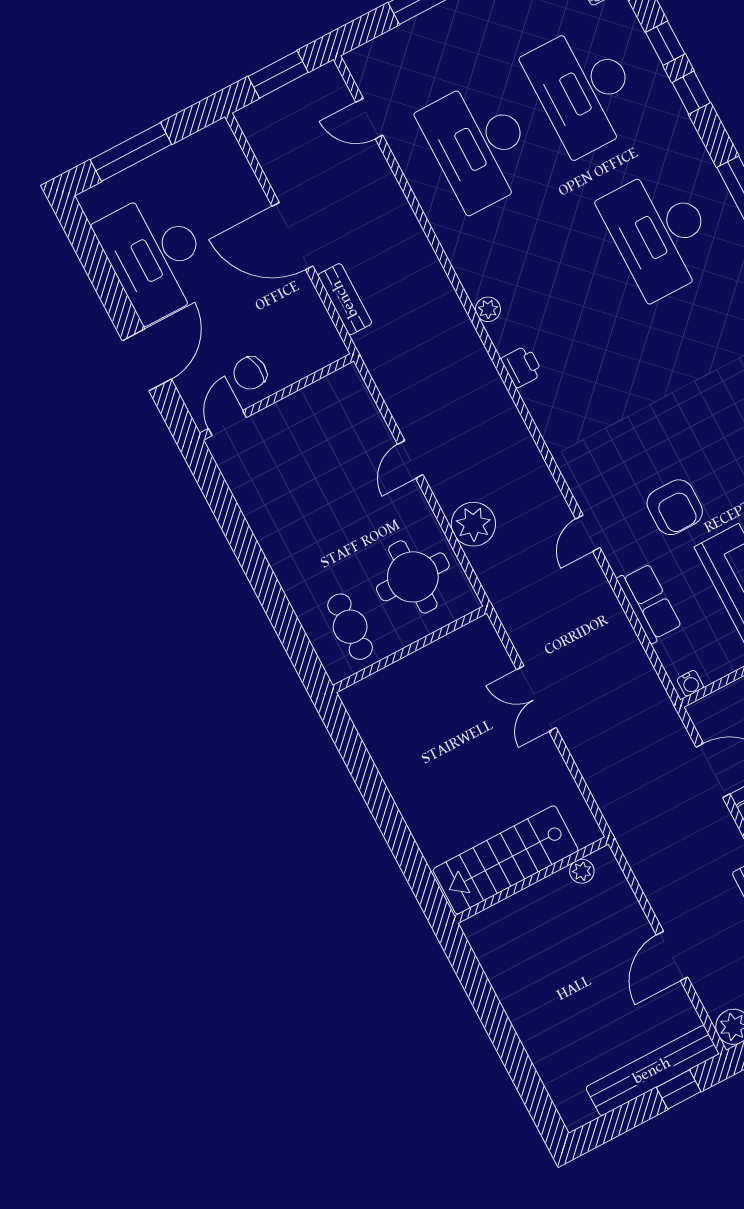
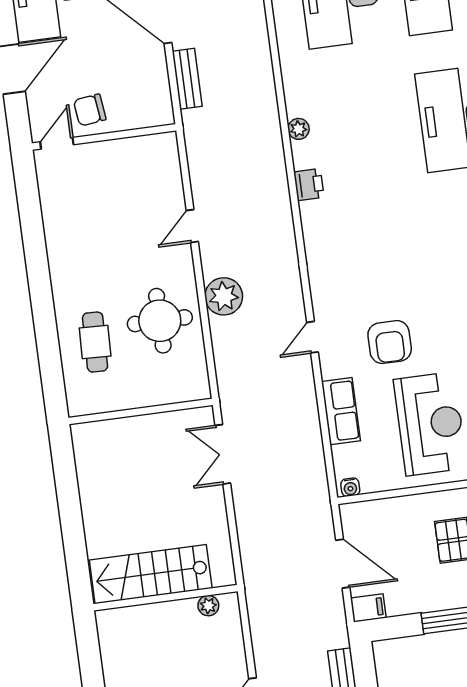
wall: (410, 649) -> (141, 411), moved

